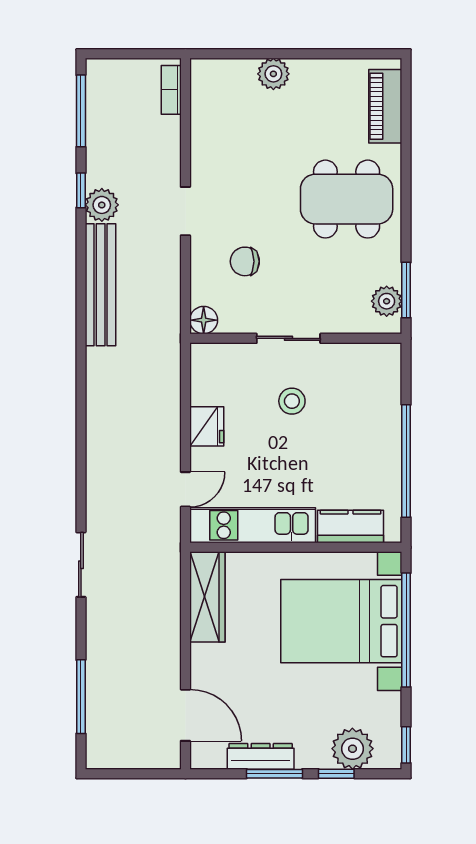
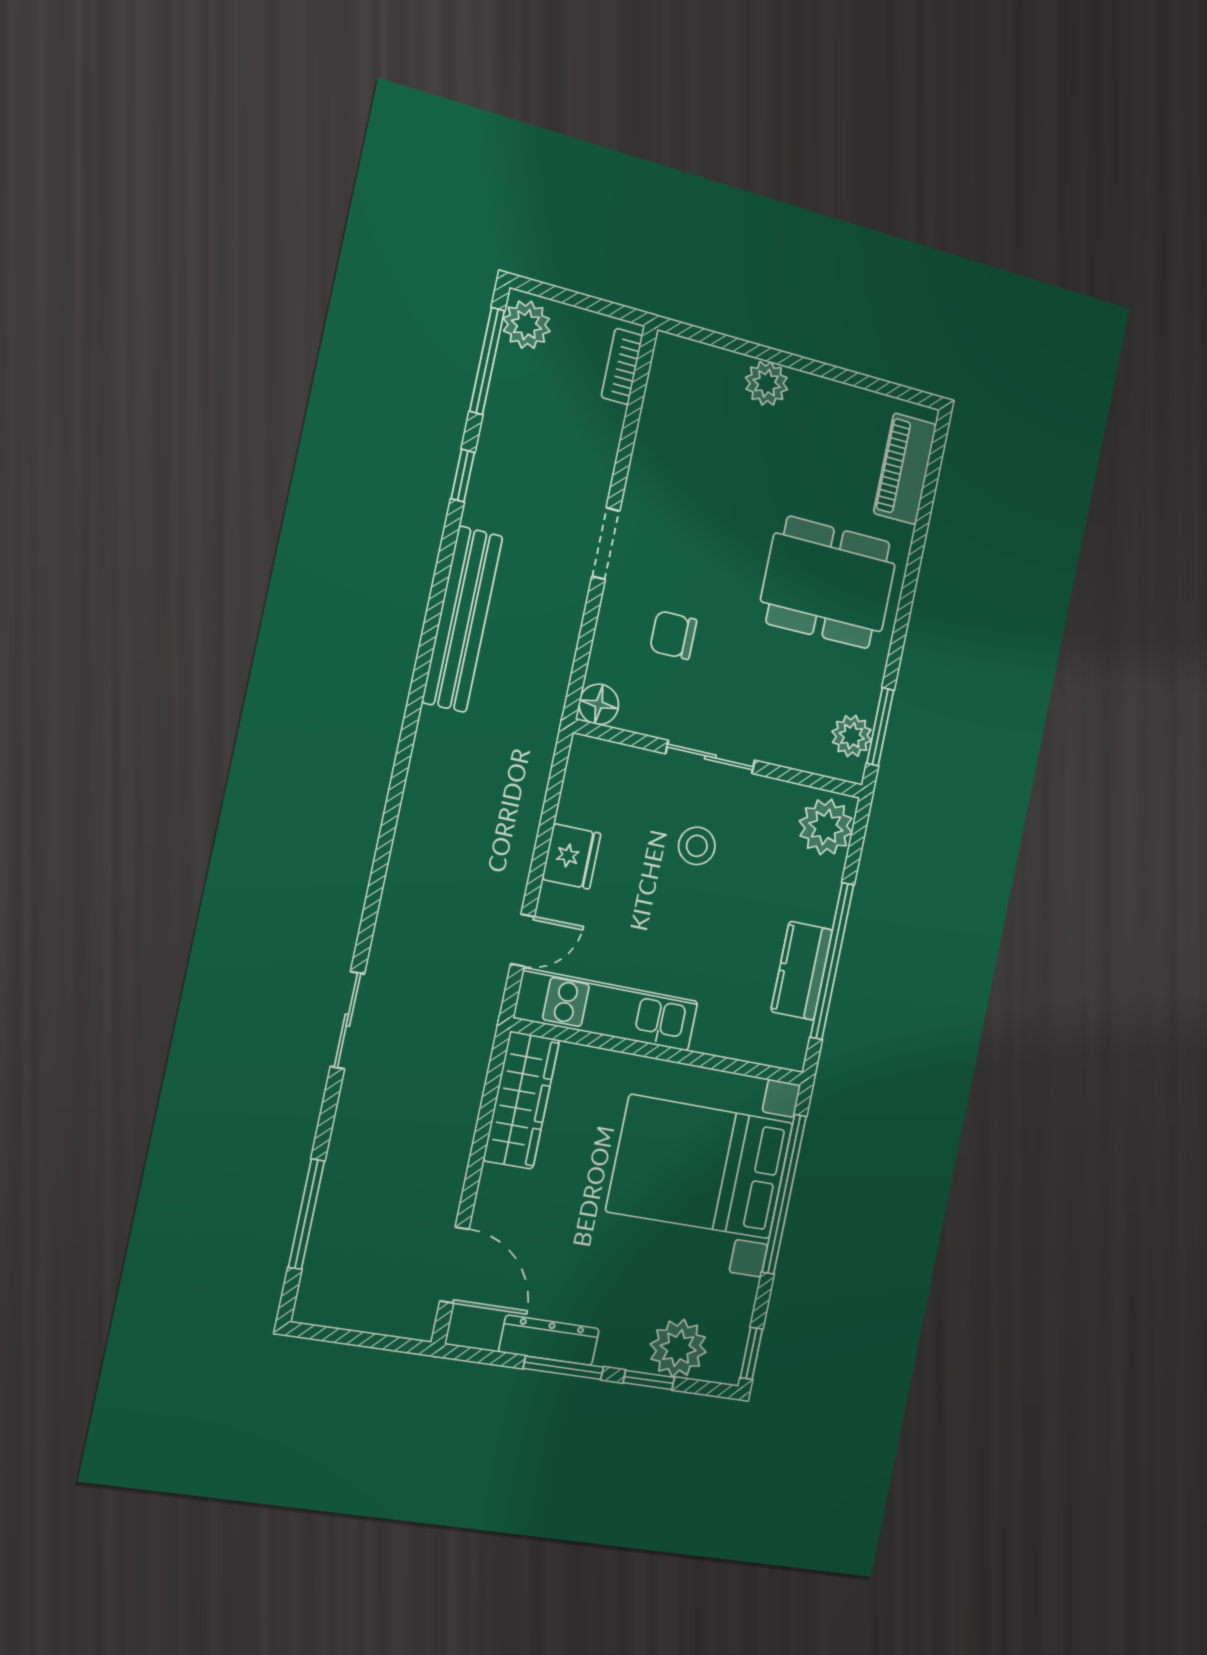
plant: (102, 205) -> (526, 325), moved
plant: (381, 369) -> (826, 827), added
kitchen counter: (350, 527) -> (802, 971), moved, turned -90

